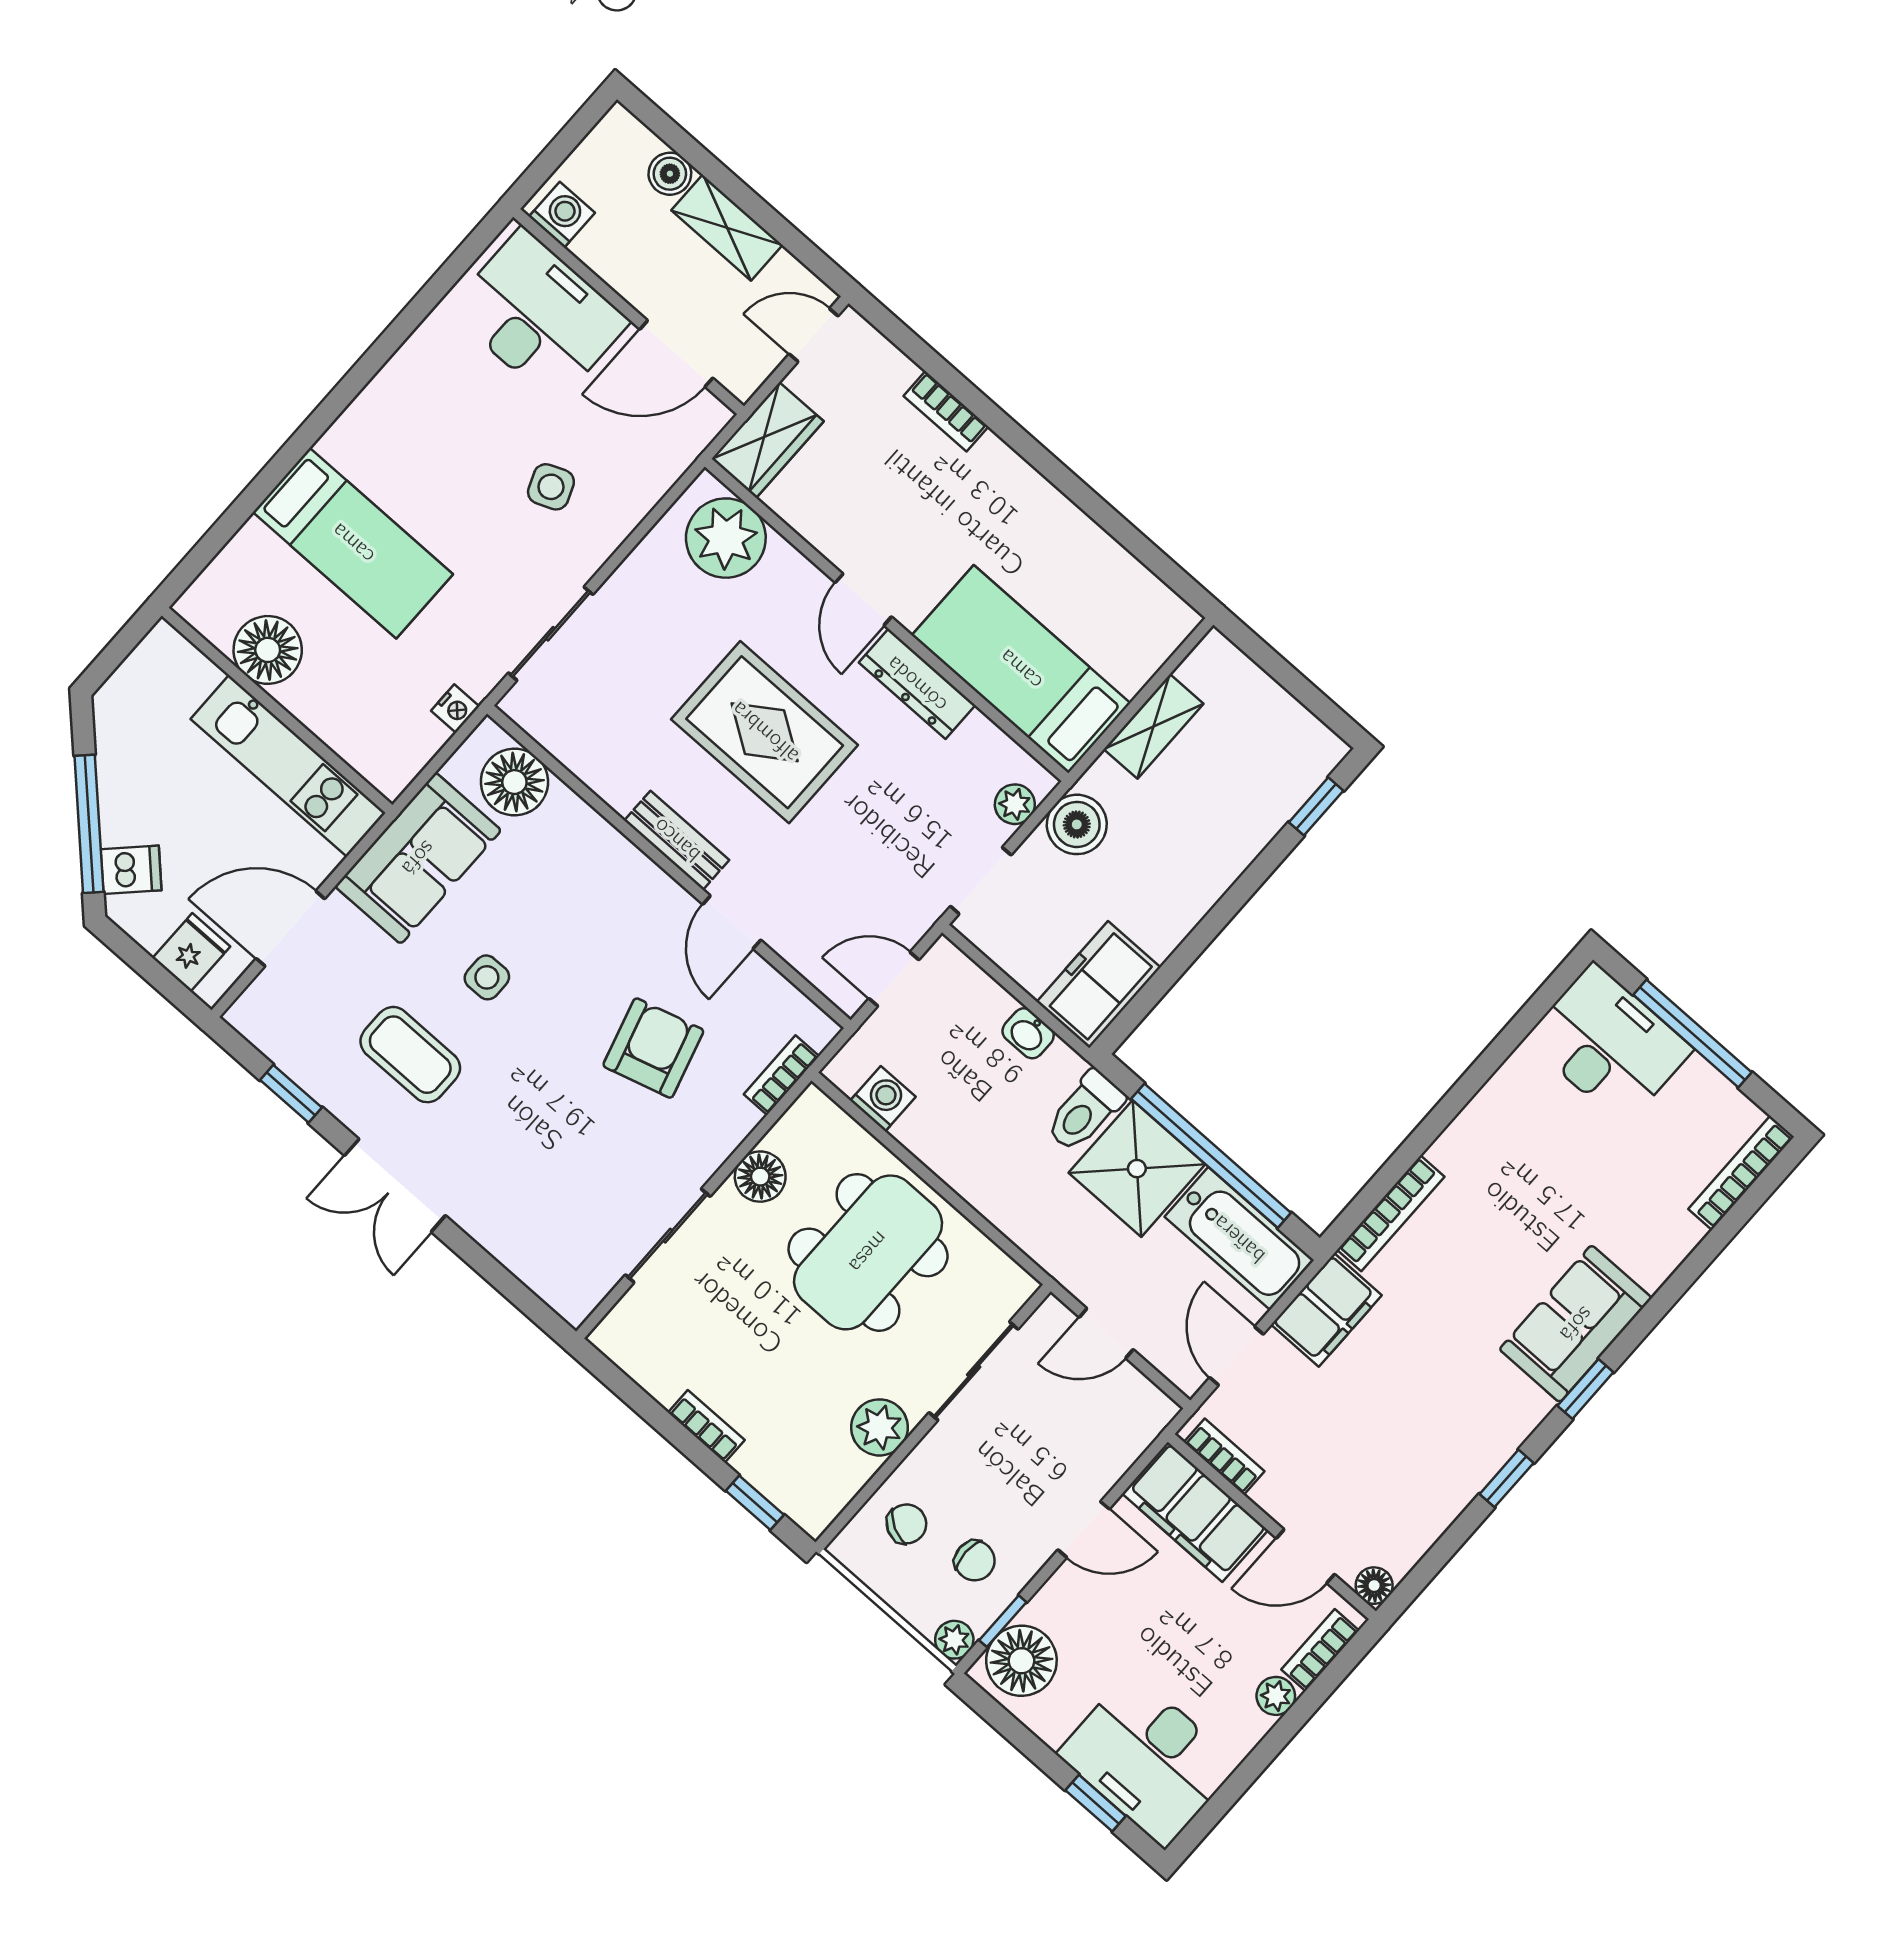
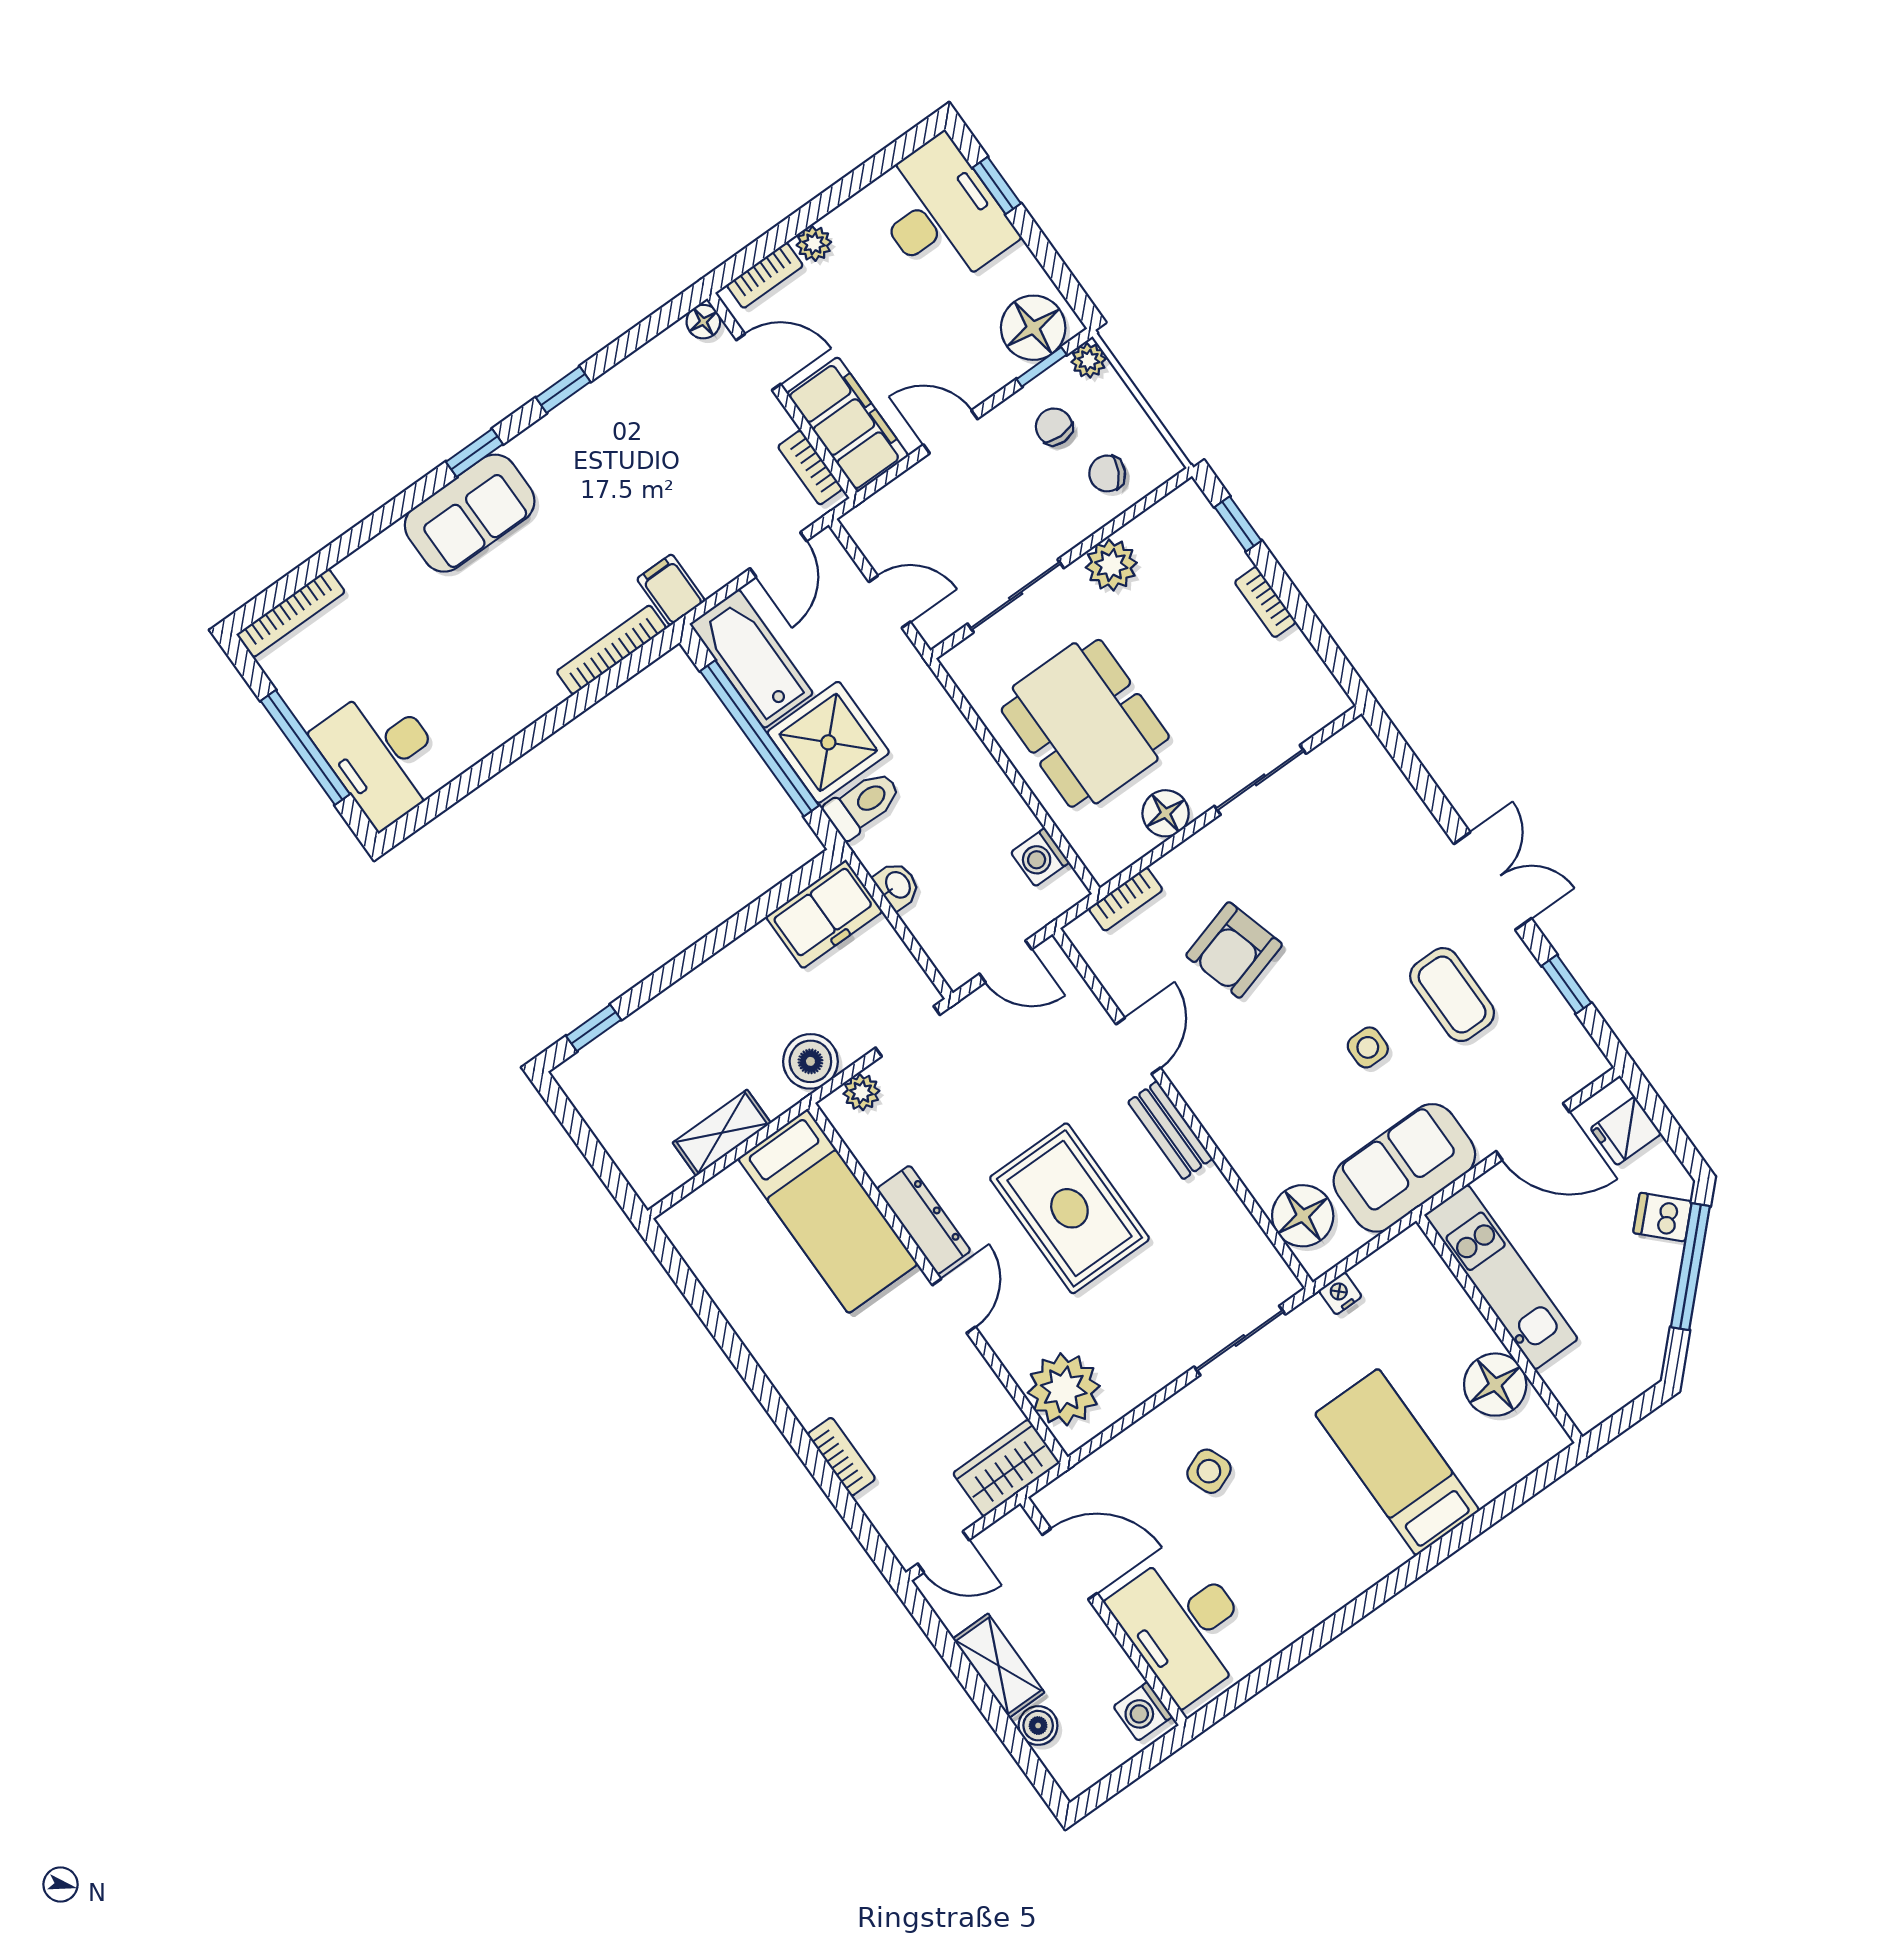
dining table: (868, 1252) -> (1085, 723), turned 90
filing cabinet: (1326, 1310) -> (671, 590), width x0.50

